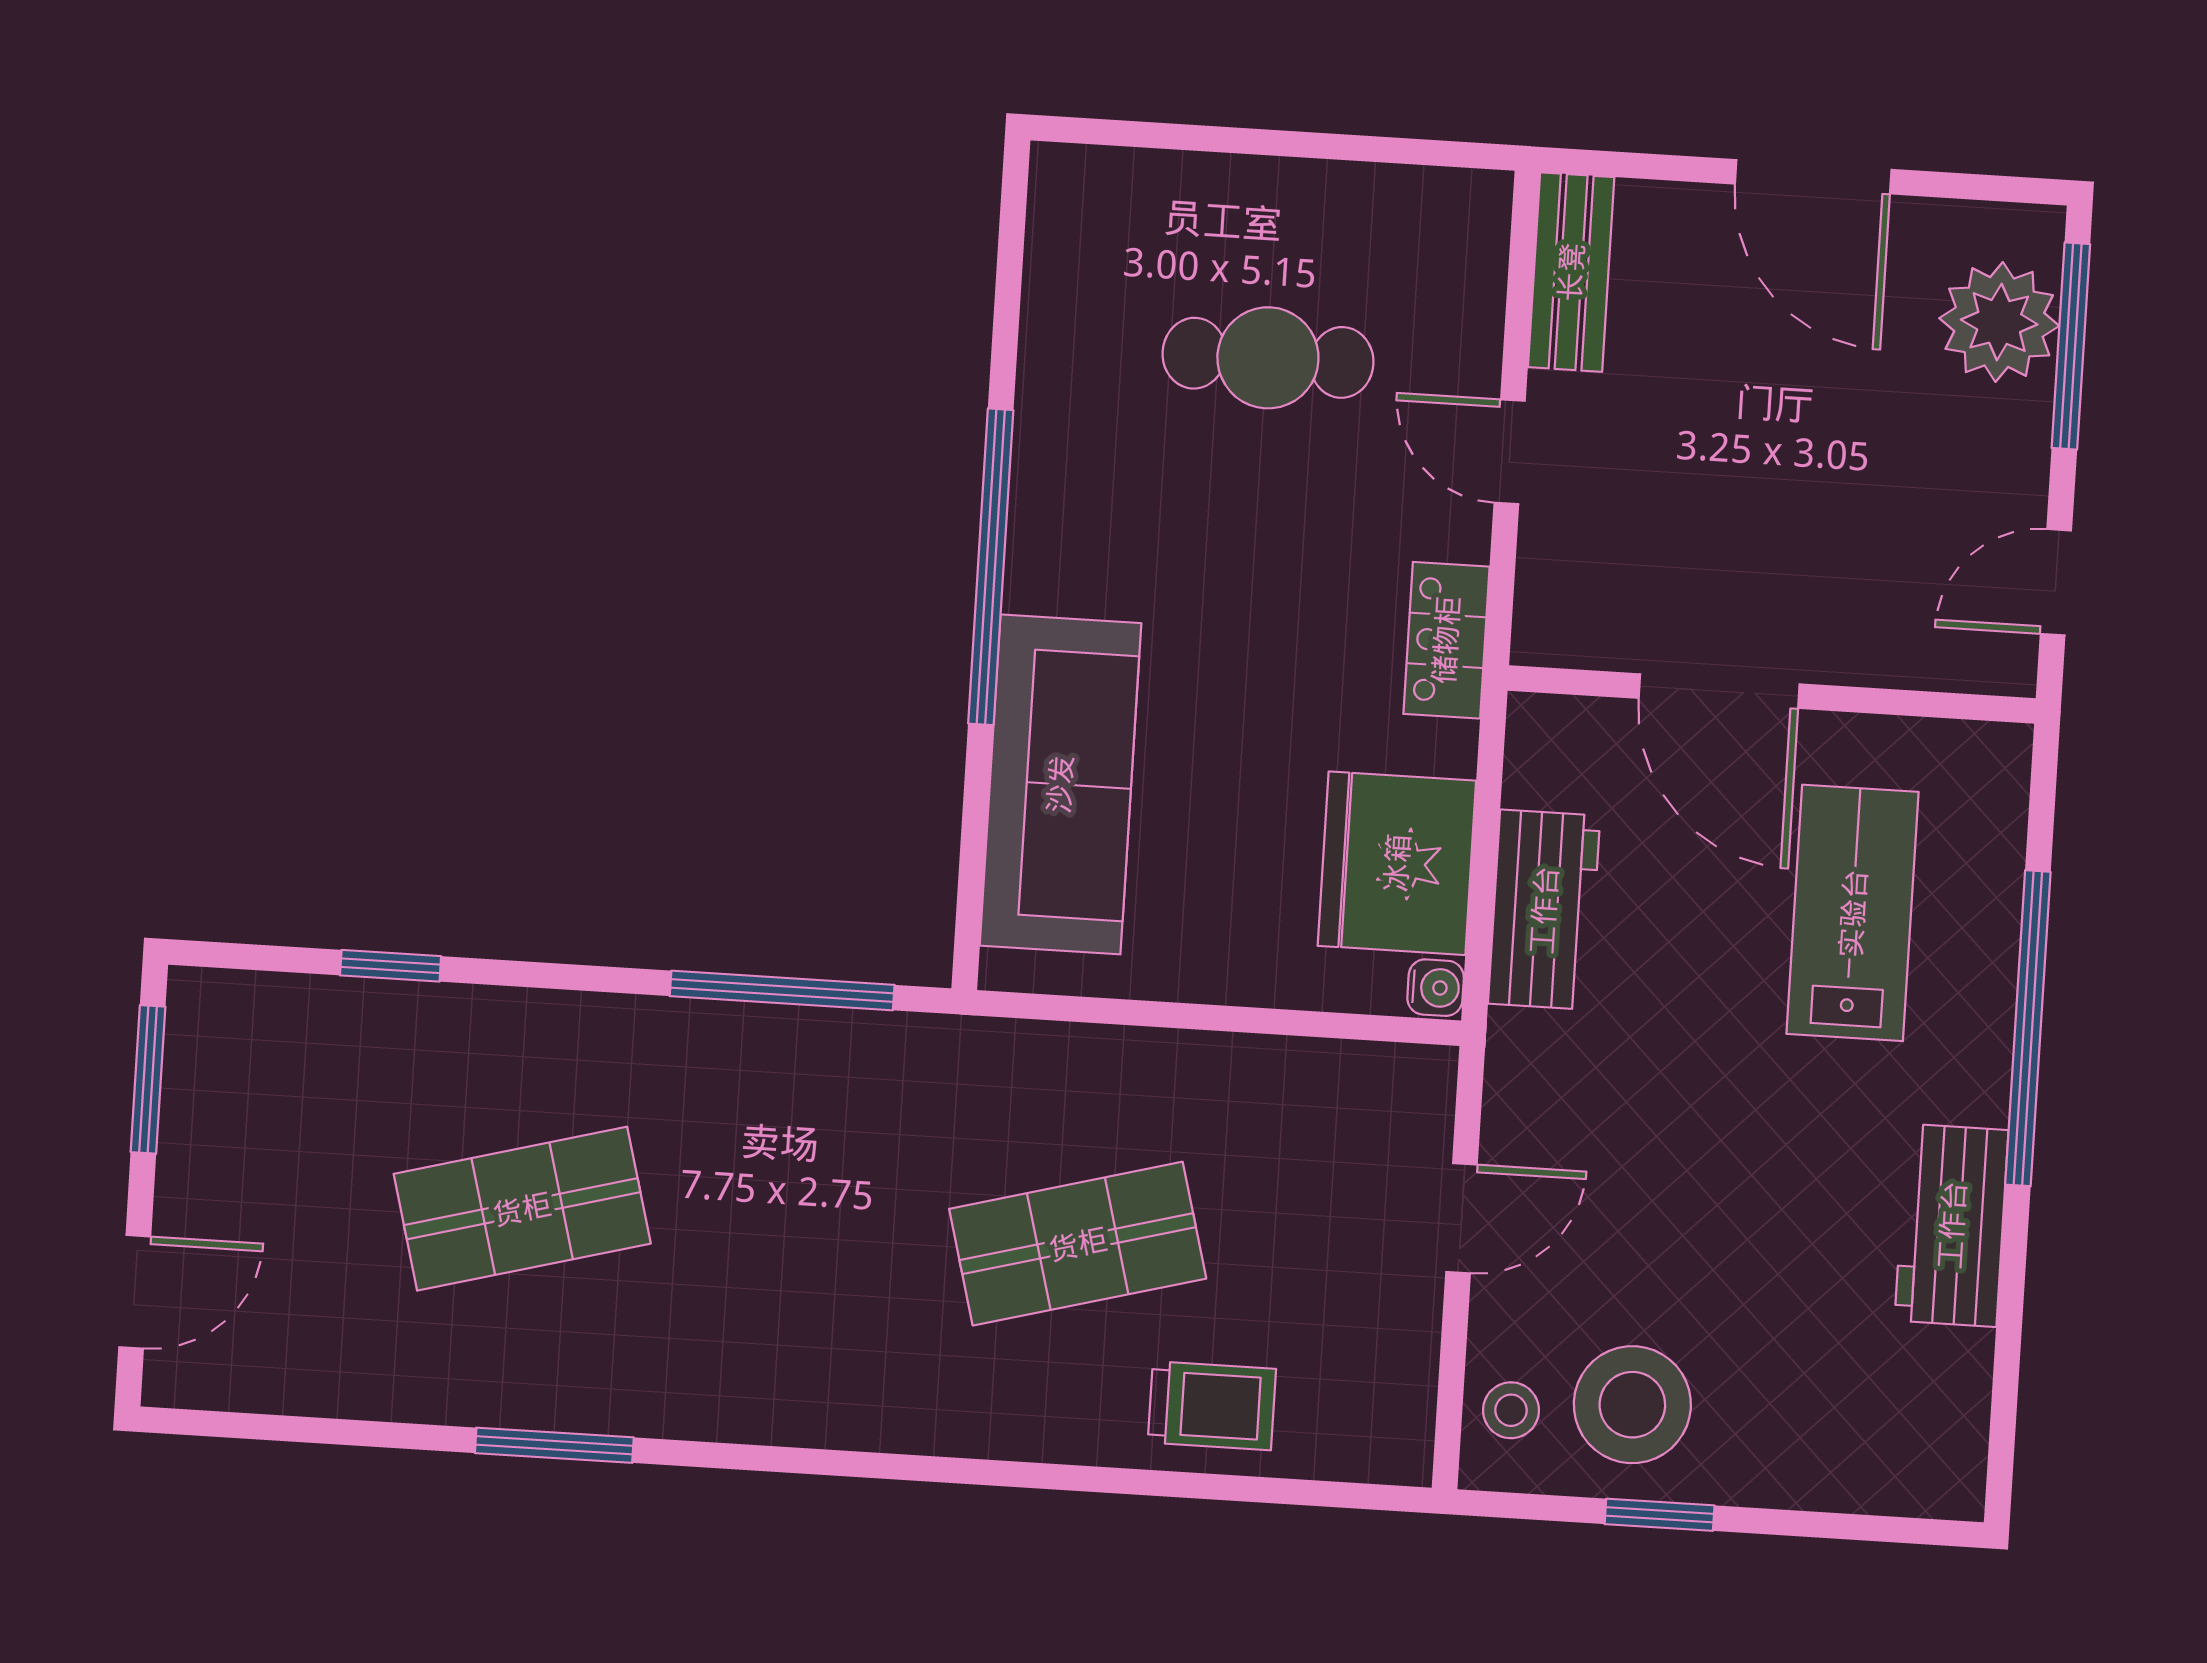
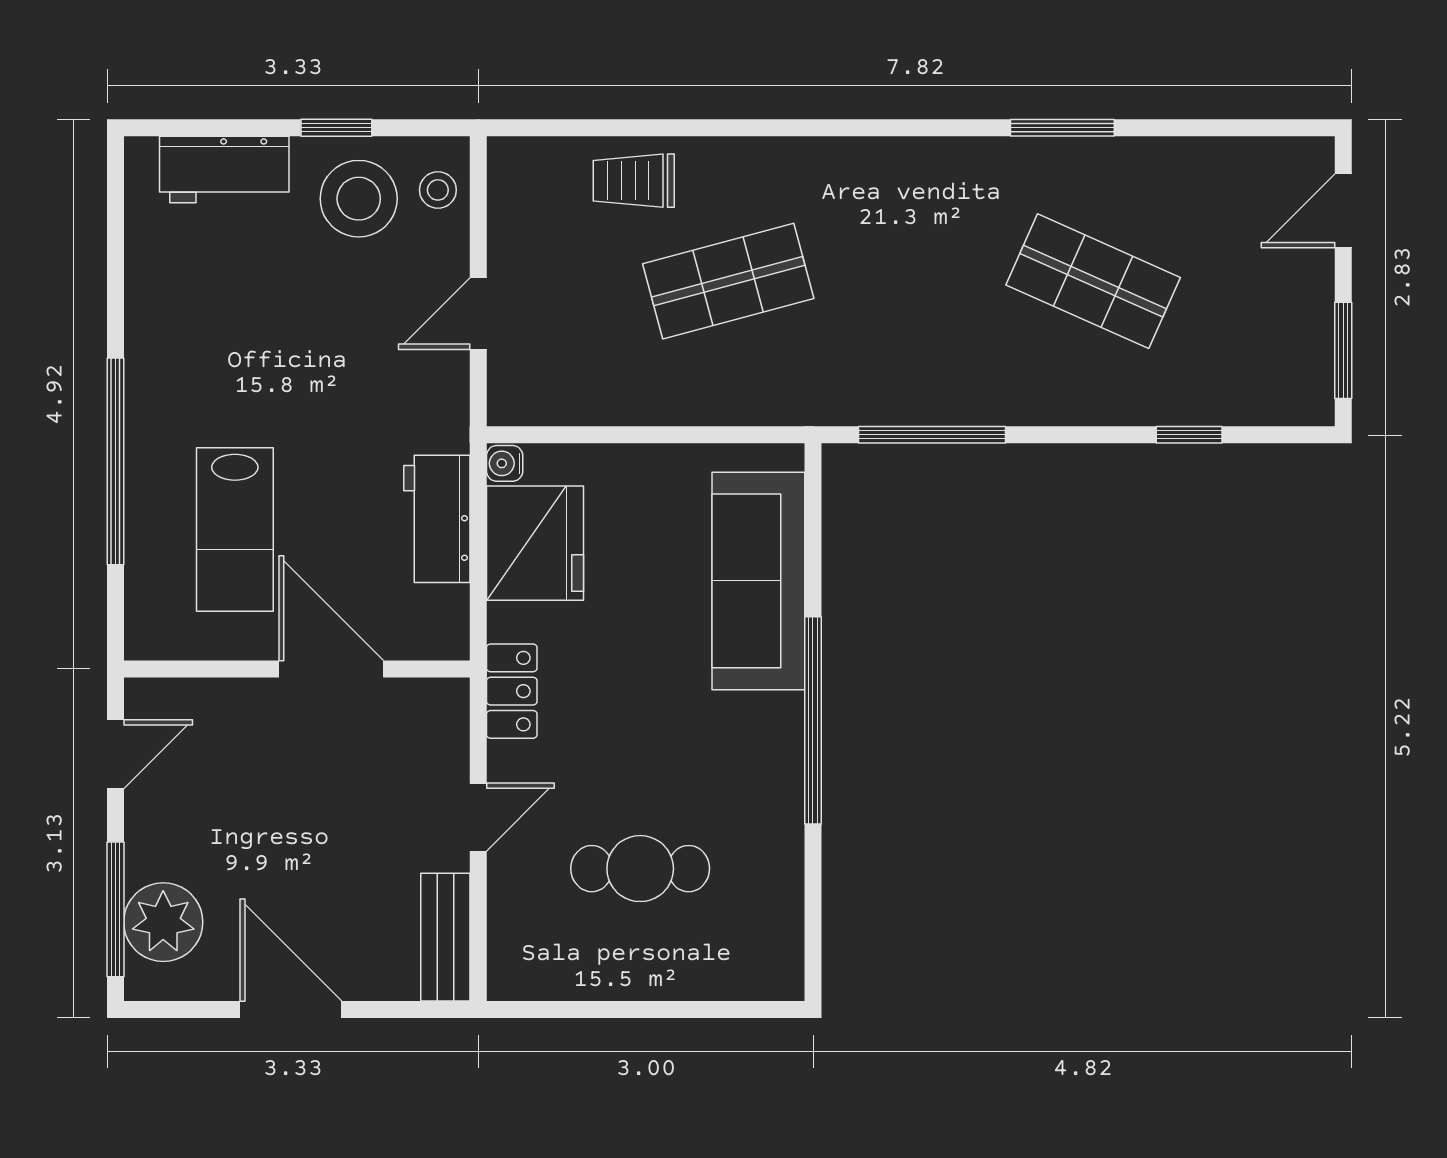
door: (1510, 452) -> (478, 817), hinge flipped
shop shelf: (522, 1209) -> (1093, 281), turned 39
workbench: (1952, 1225) -> (224, 169), moved, turned 90

